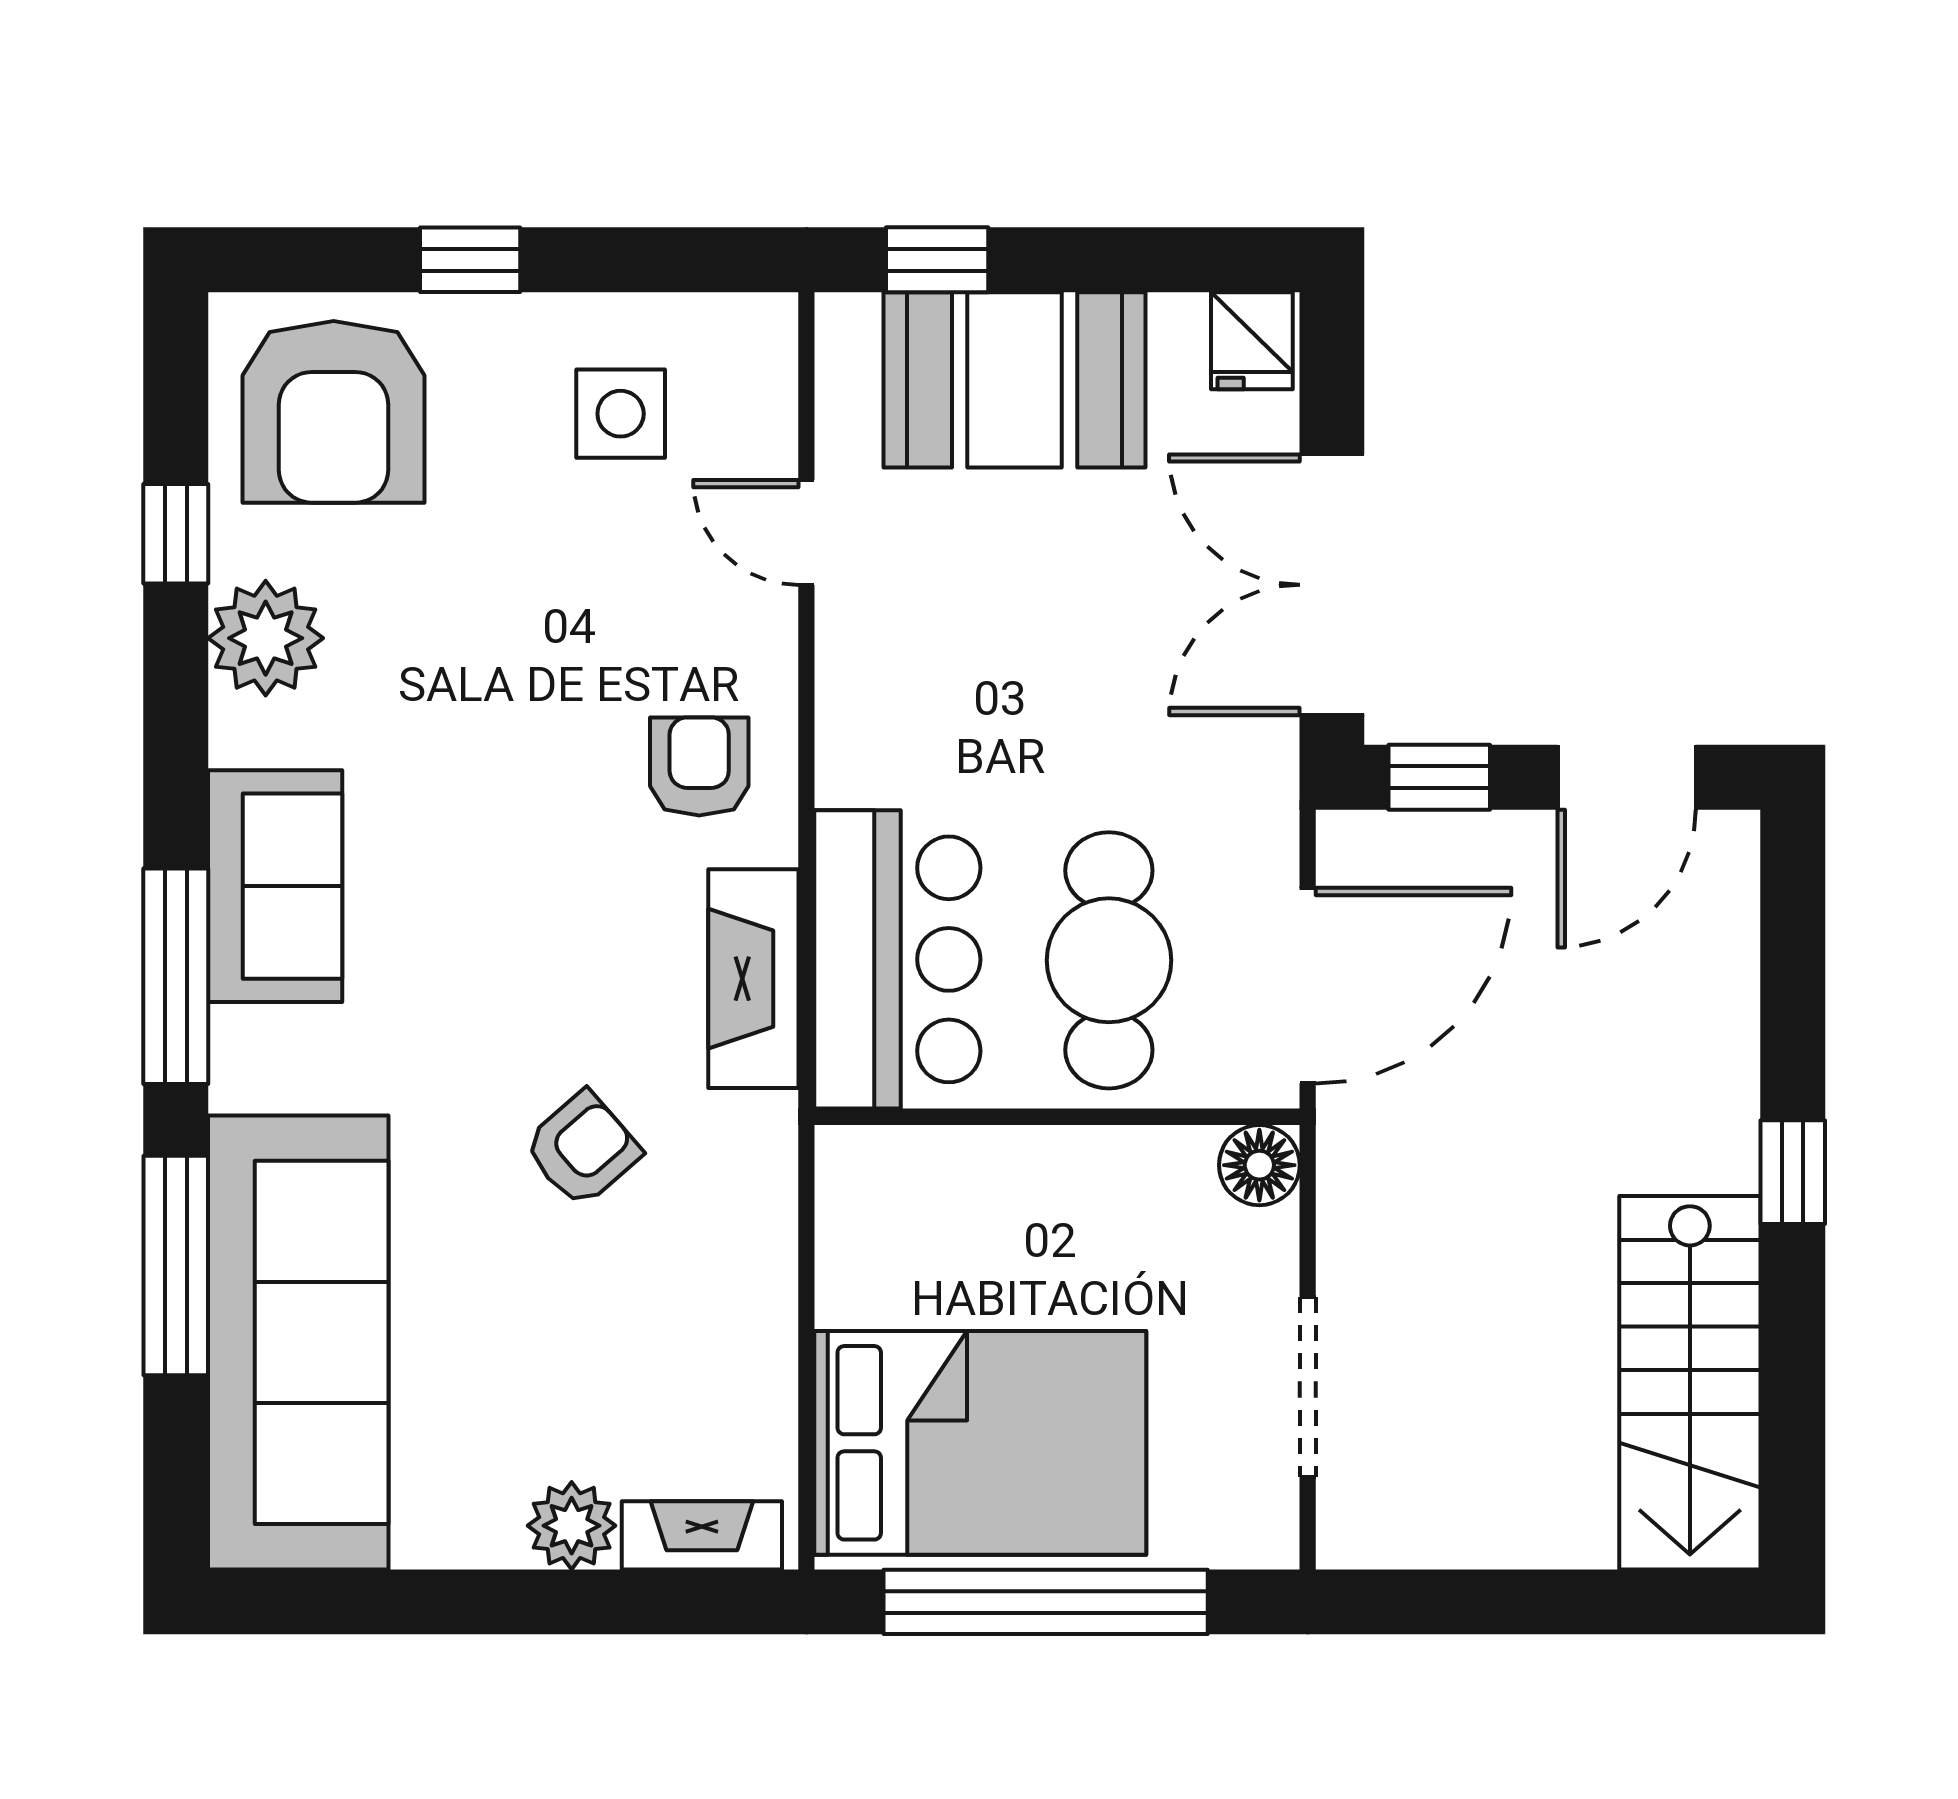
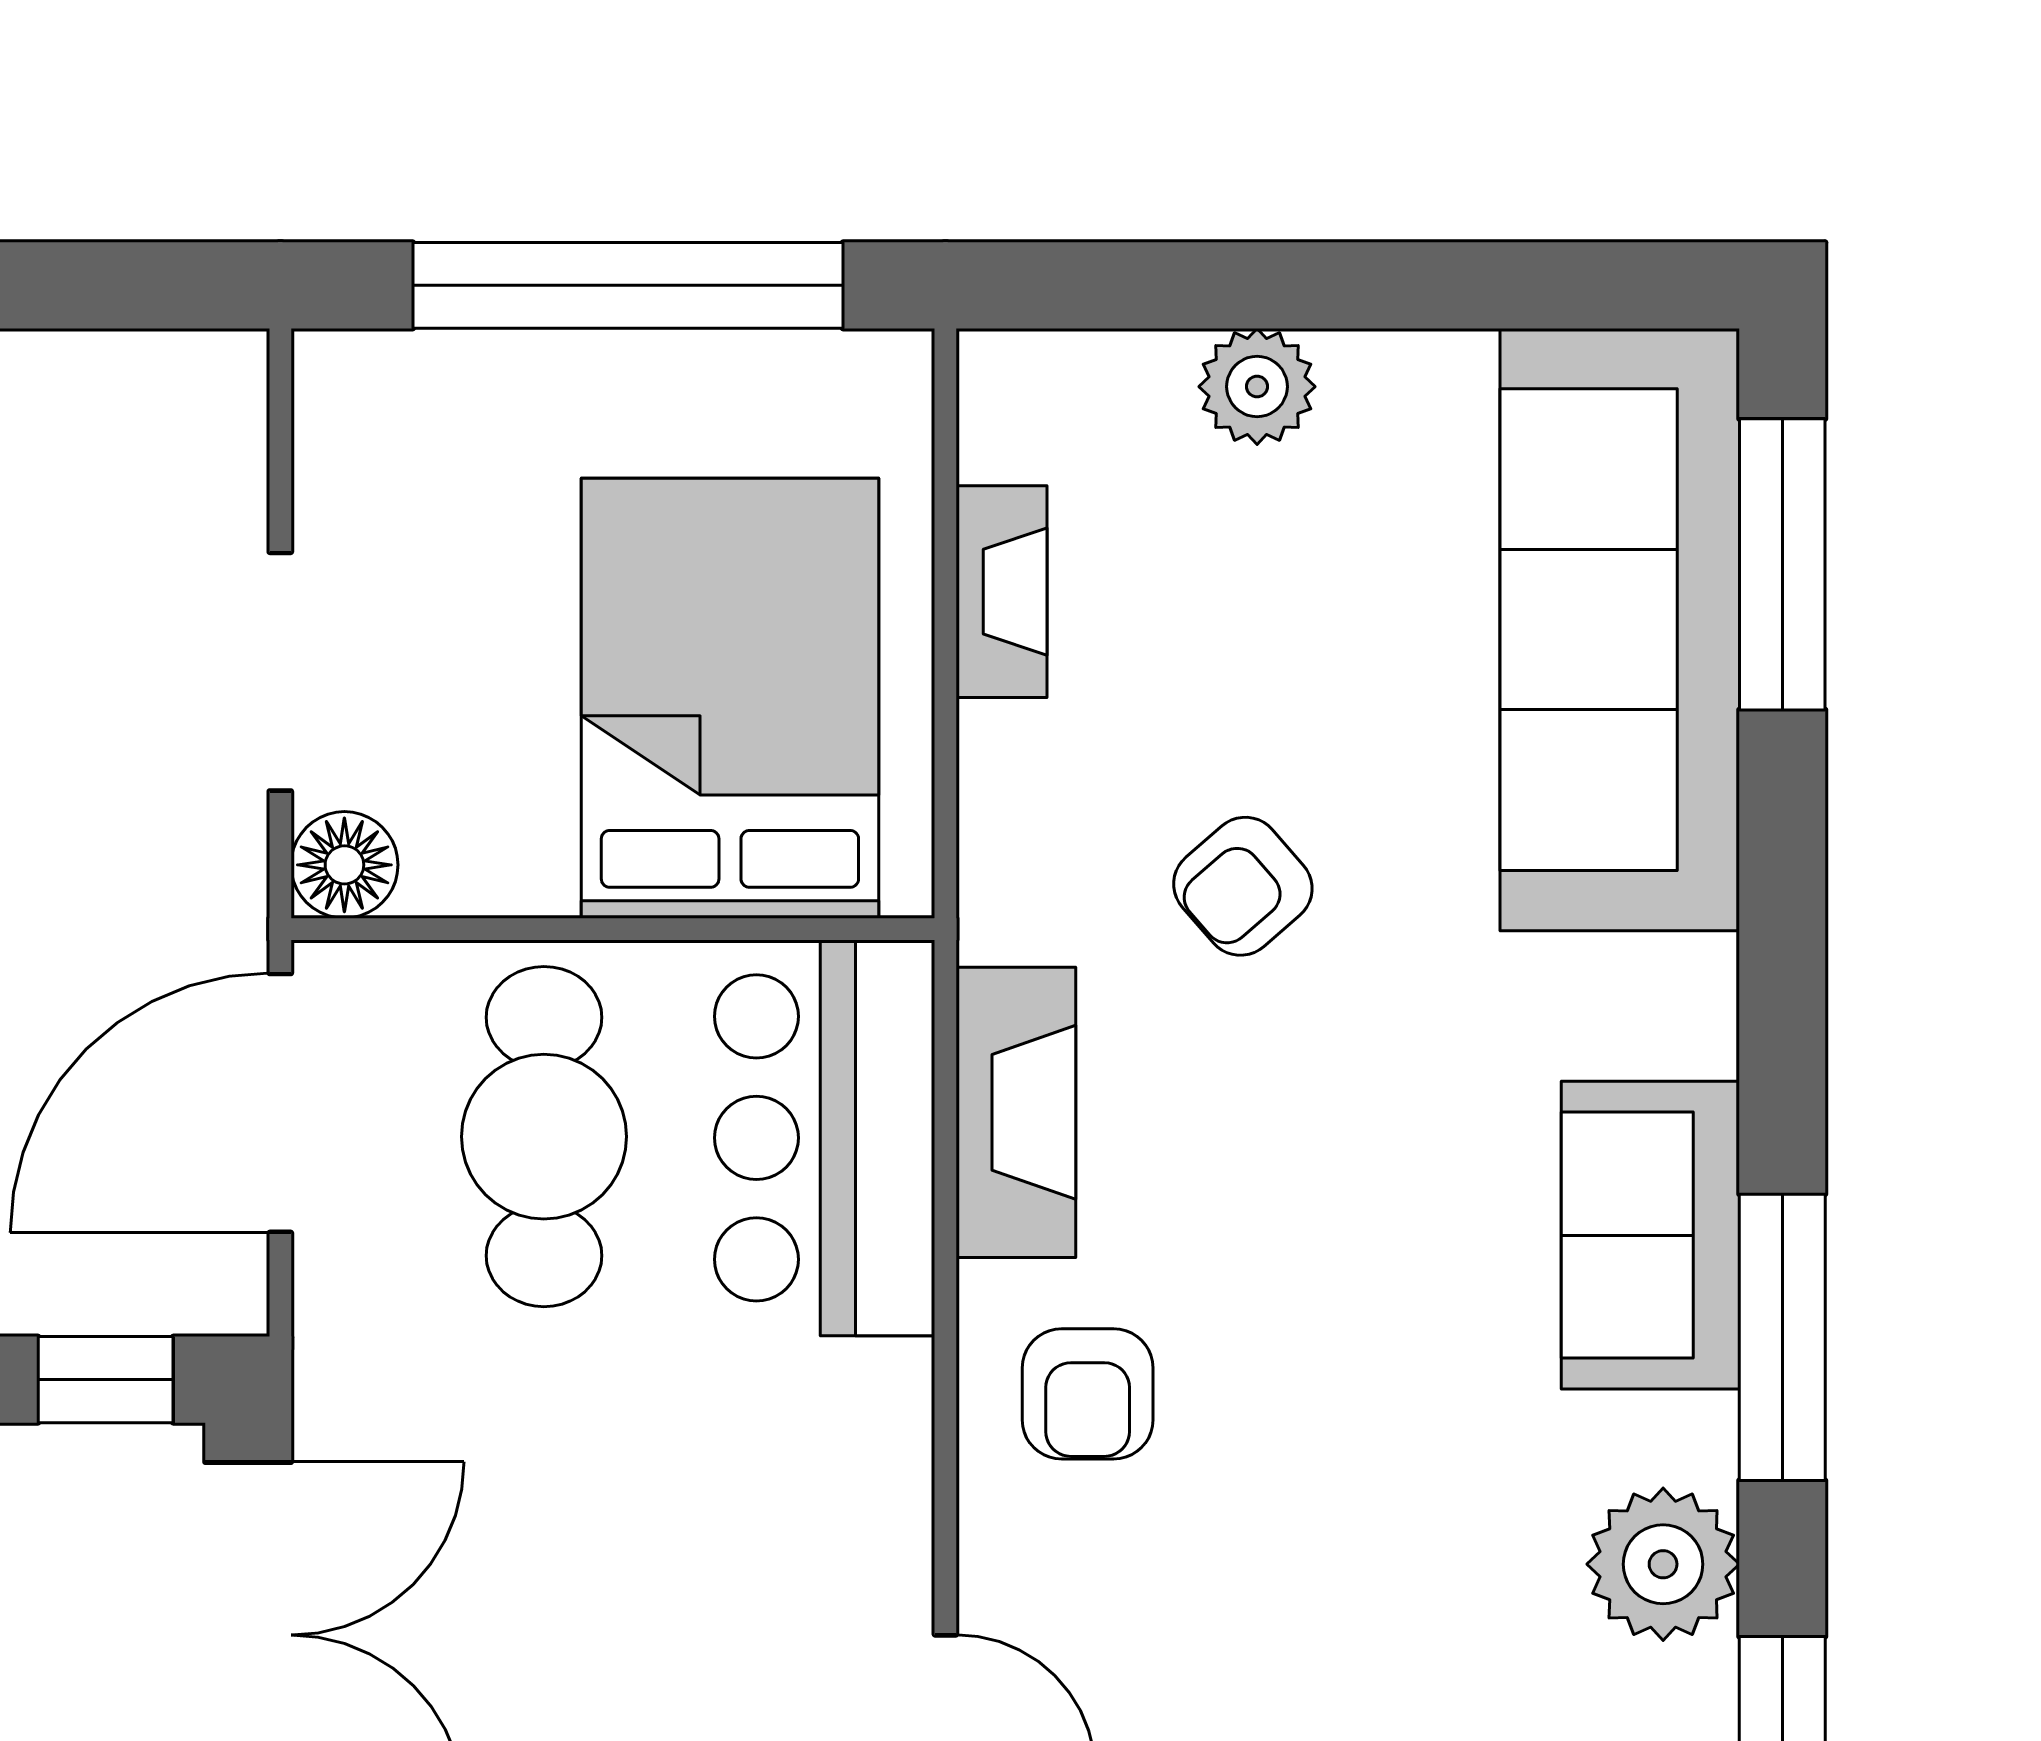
window: (176, 976) -> (1782, 1337), moved
window: (176, 1265) -> (1782, 564), moved
doorway: (1308, 1387) -> (280, 672), moved
bed: (980, 1443) -> (730, 698), moved, turned 90
fireplace: (702, 1535) -> (1002, 592), moved, turned -90

